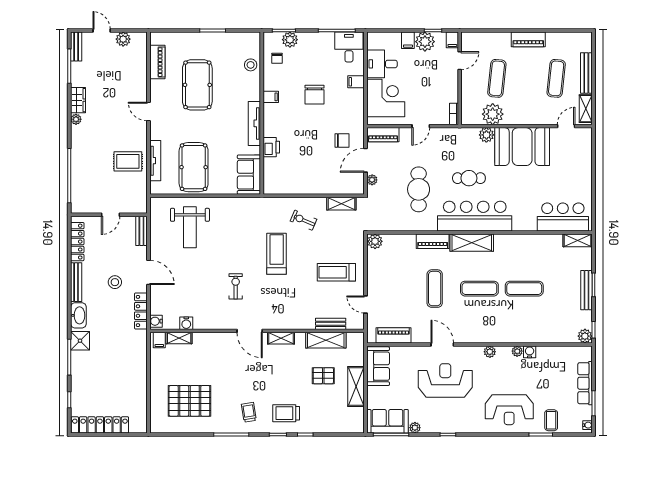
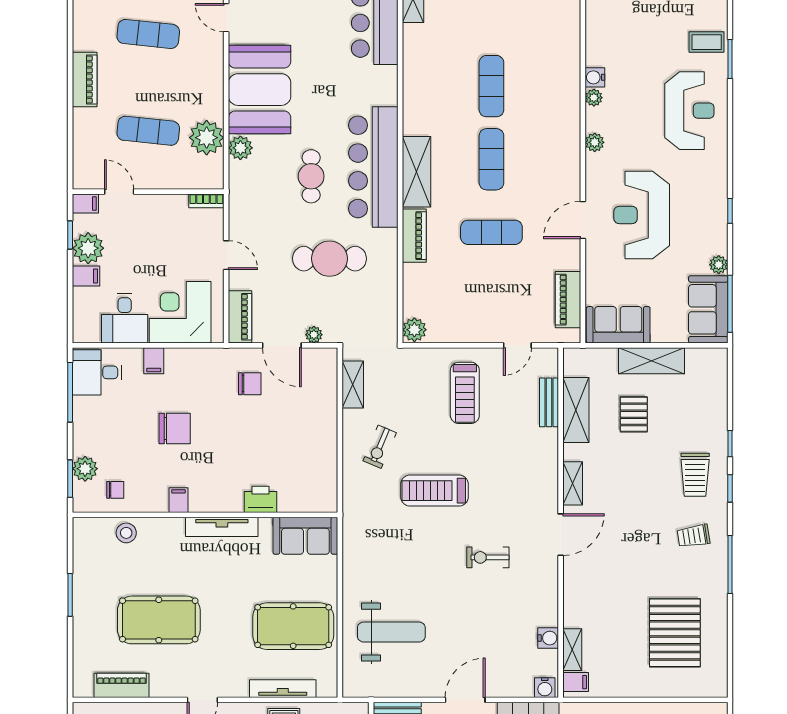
chair: (342, 141) -> (250, 384), turned 90

